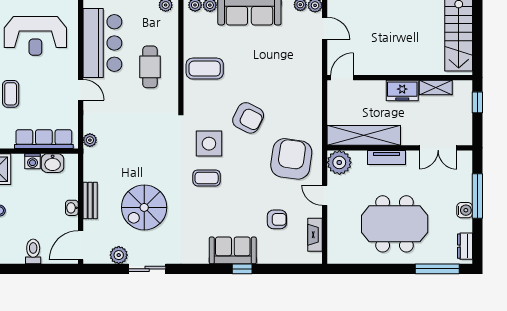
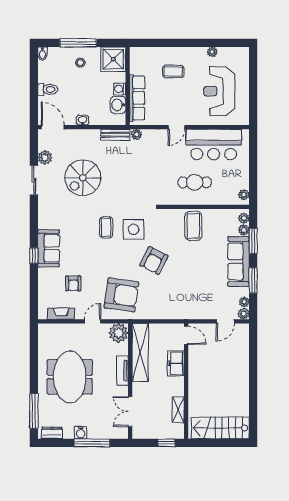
freezer: (402, 91) -> (176, 363), moved
bench: (90, 201) -> (115, 135), moved
spiral stairs: (144, 207) -> (83, 178), turned -90

